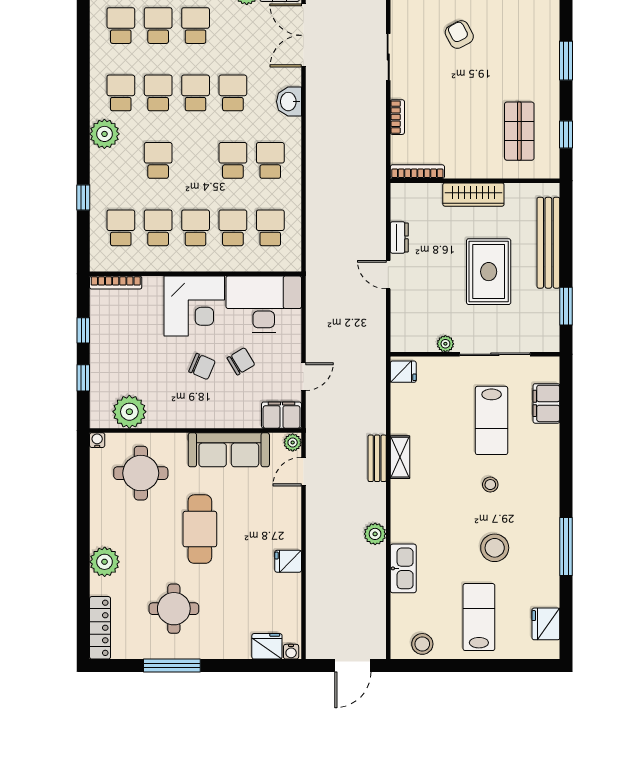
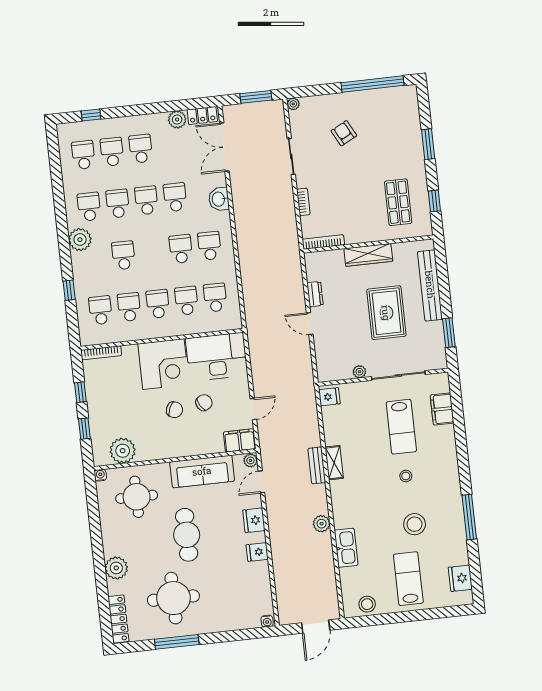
round table: (174, 609) -> (173, 598), width x1.36, depth x1.36
fridge: (267, 646) -> (254, 520), moved, turned -90

